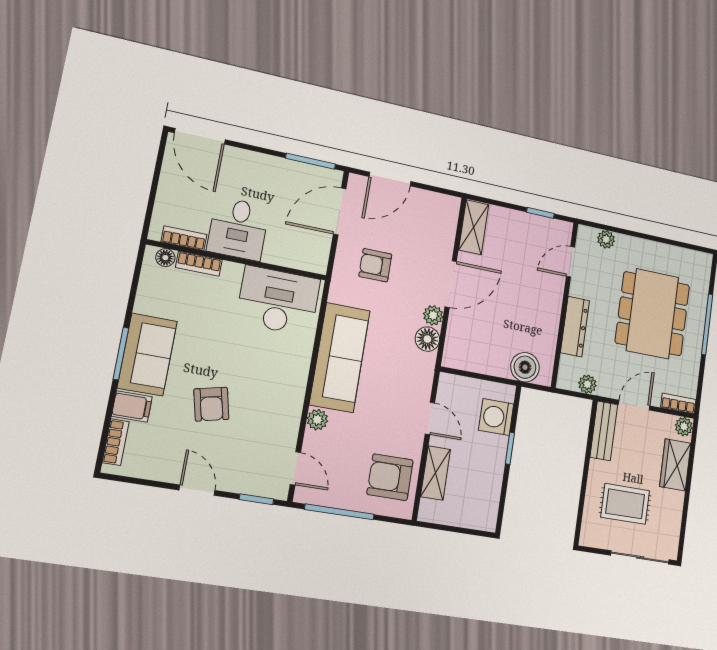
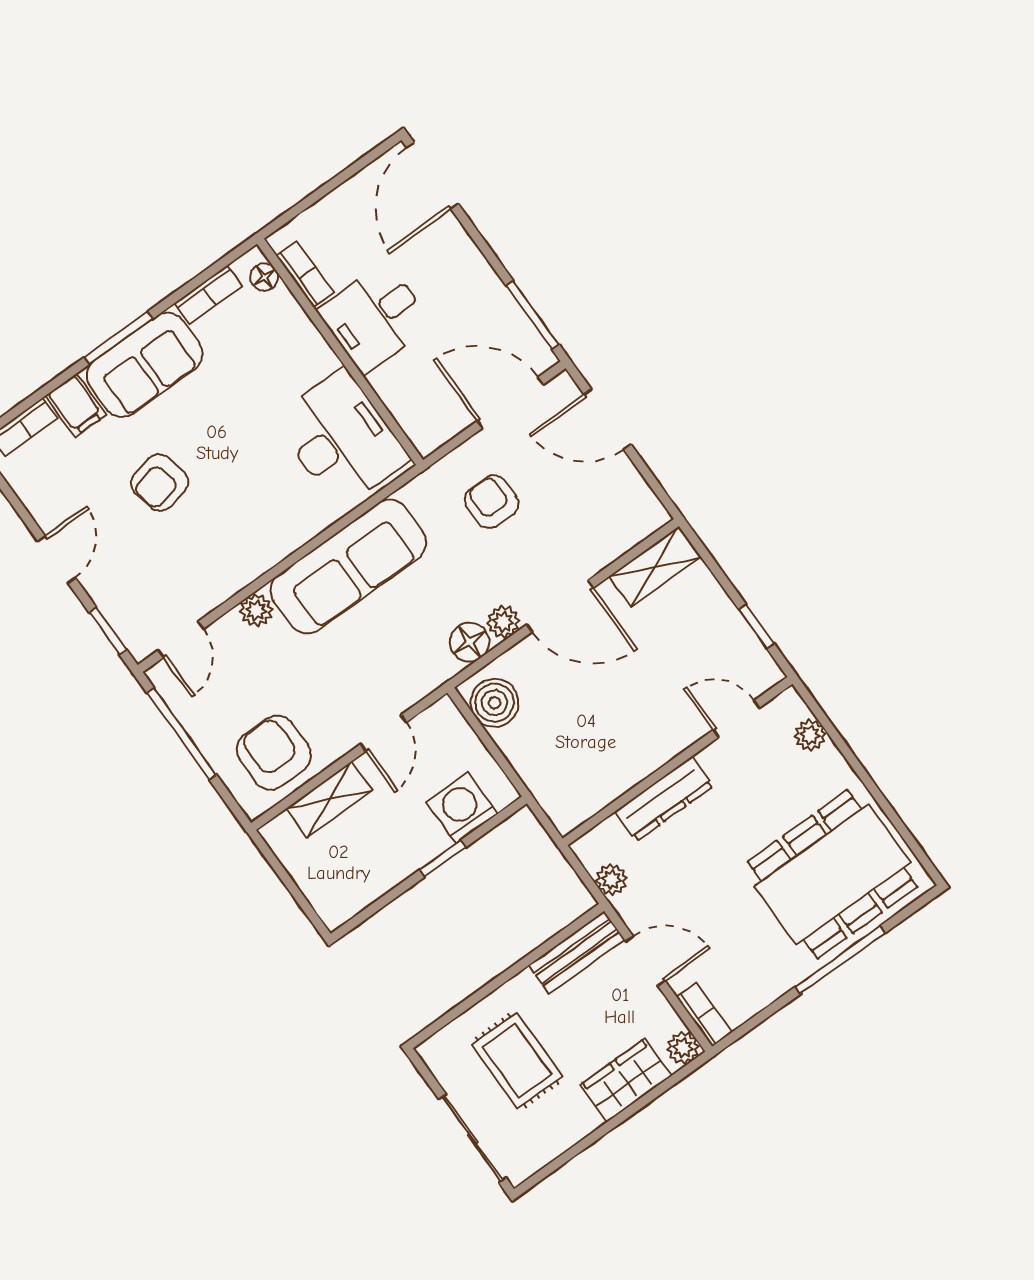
bookcase: (199, 264) -> (208, 295), moved, turned -90
dining table: (653, 314) -> (832, 874), moved
boiler: (525, 367) -> (494, 703), moved

